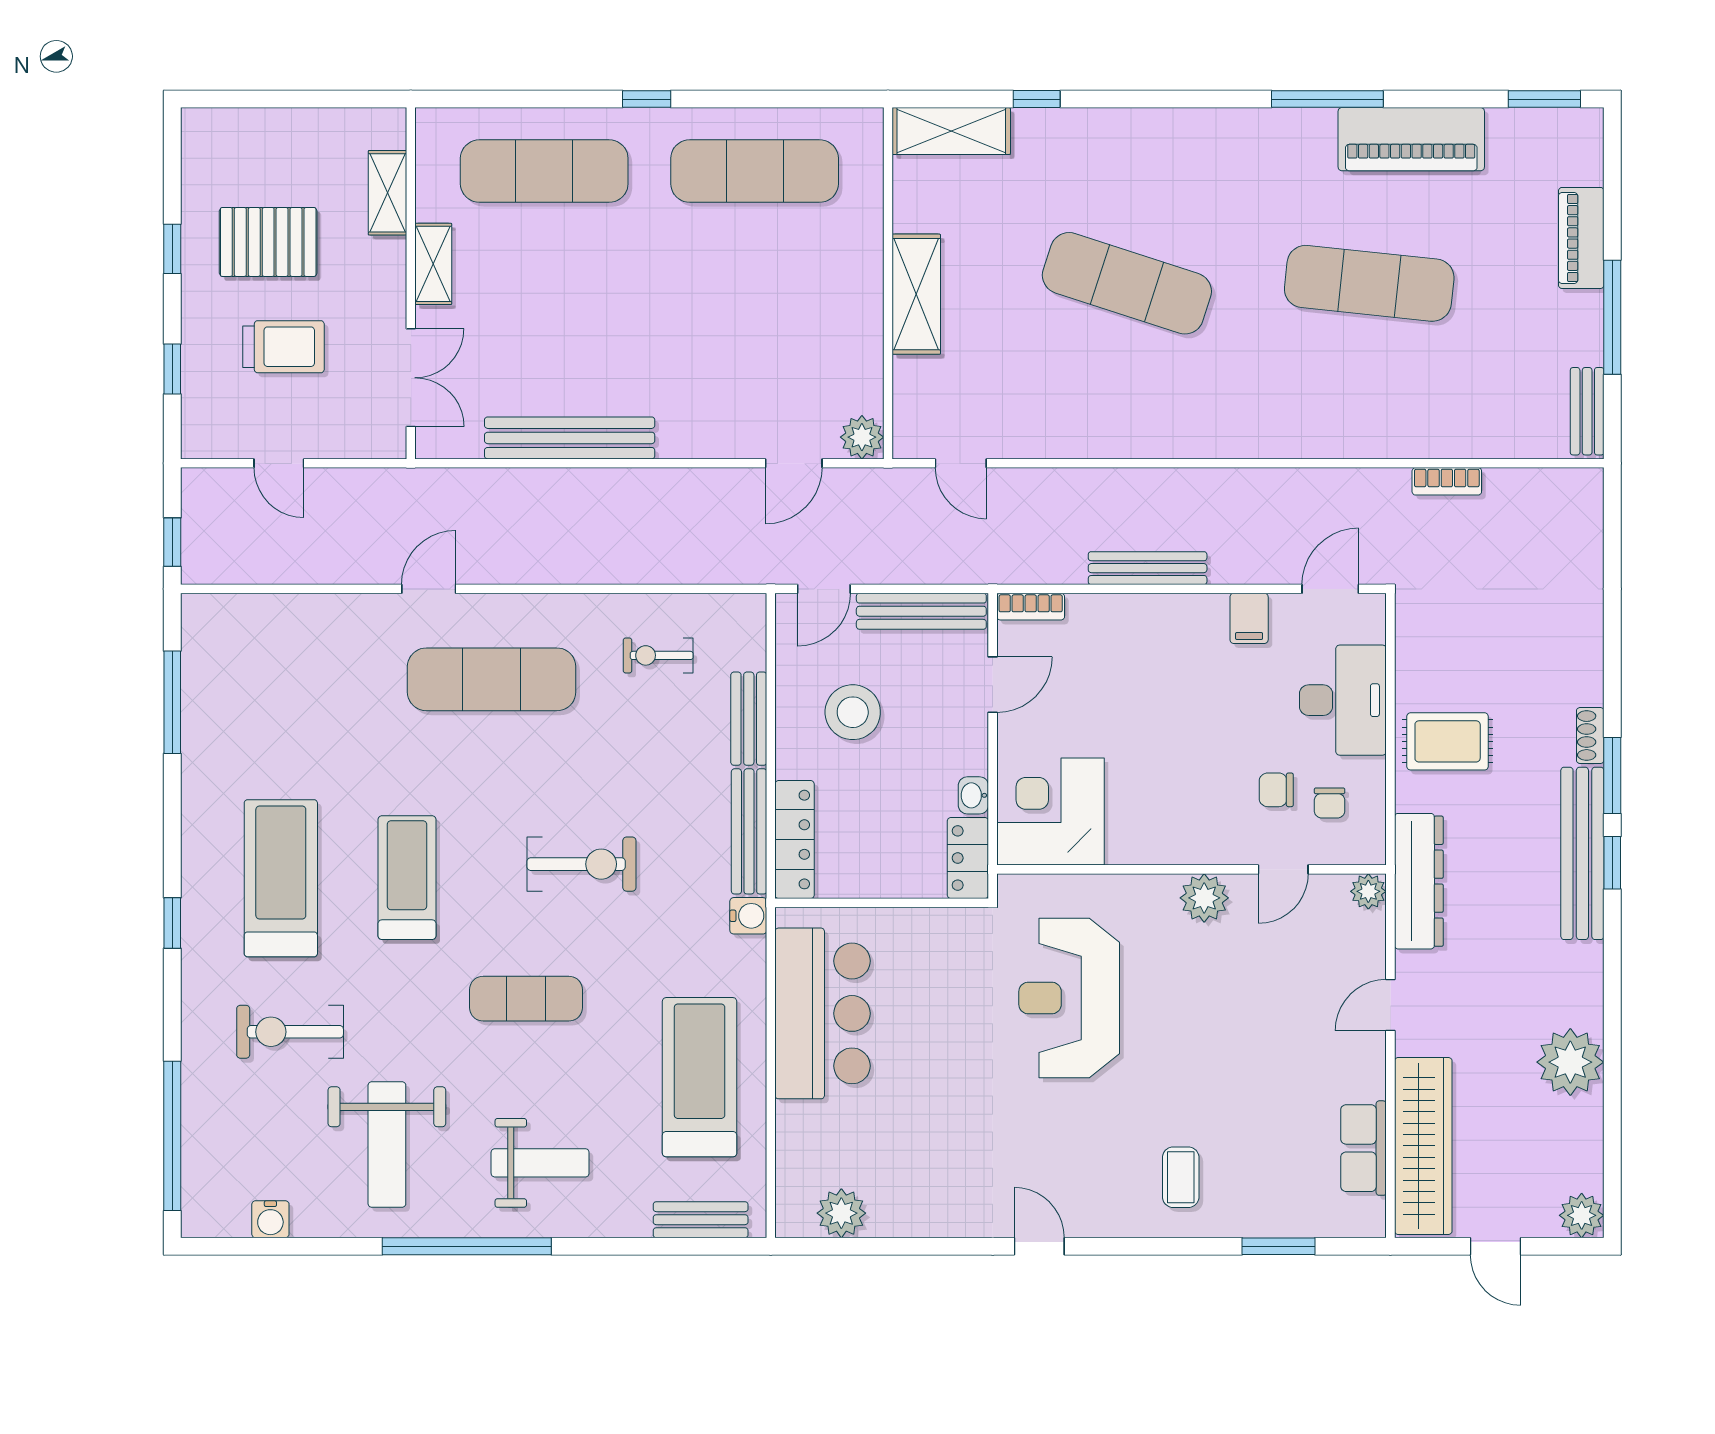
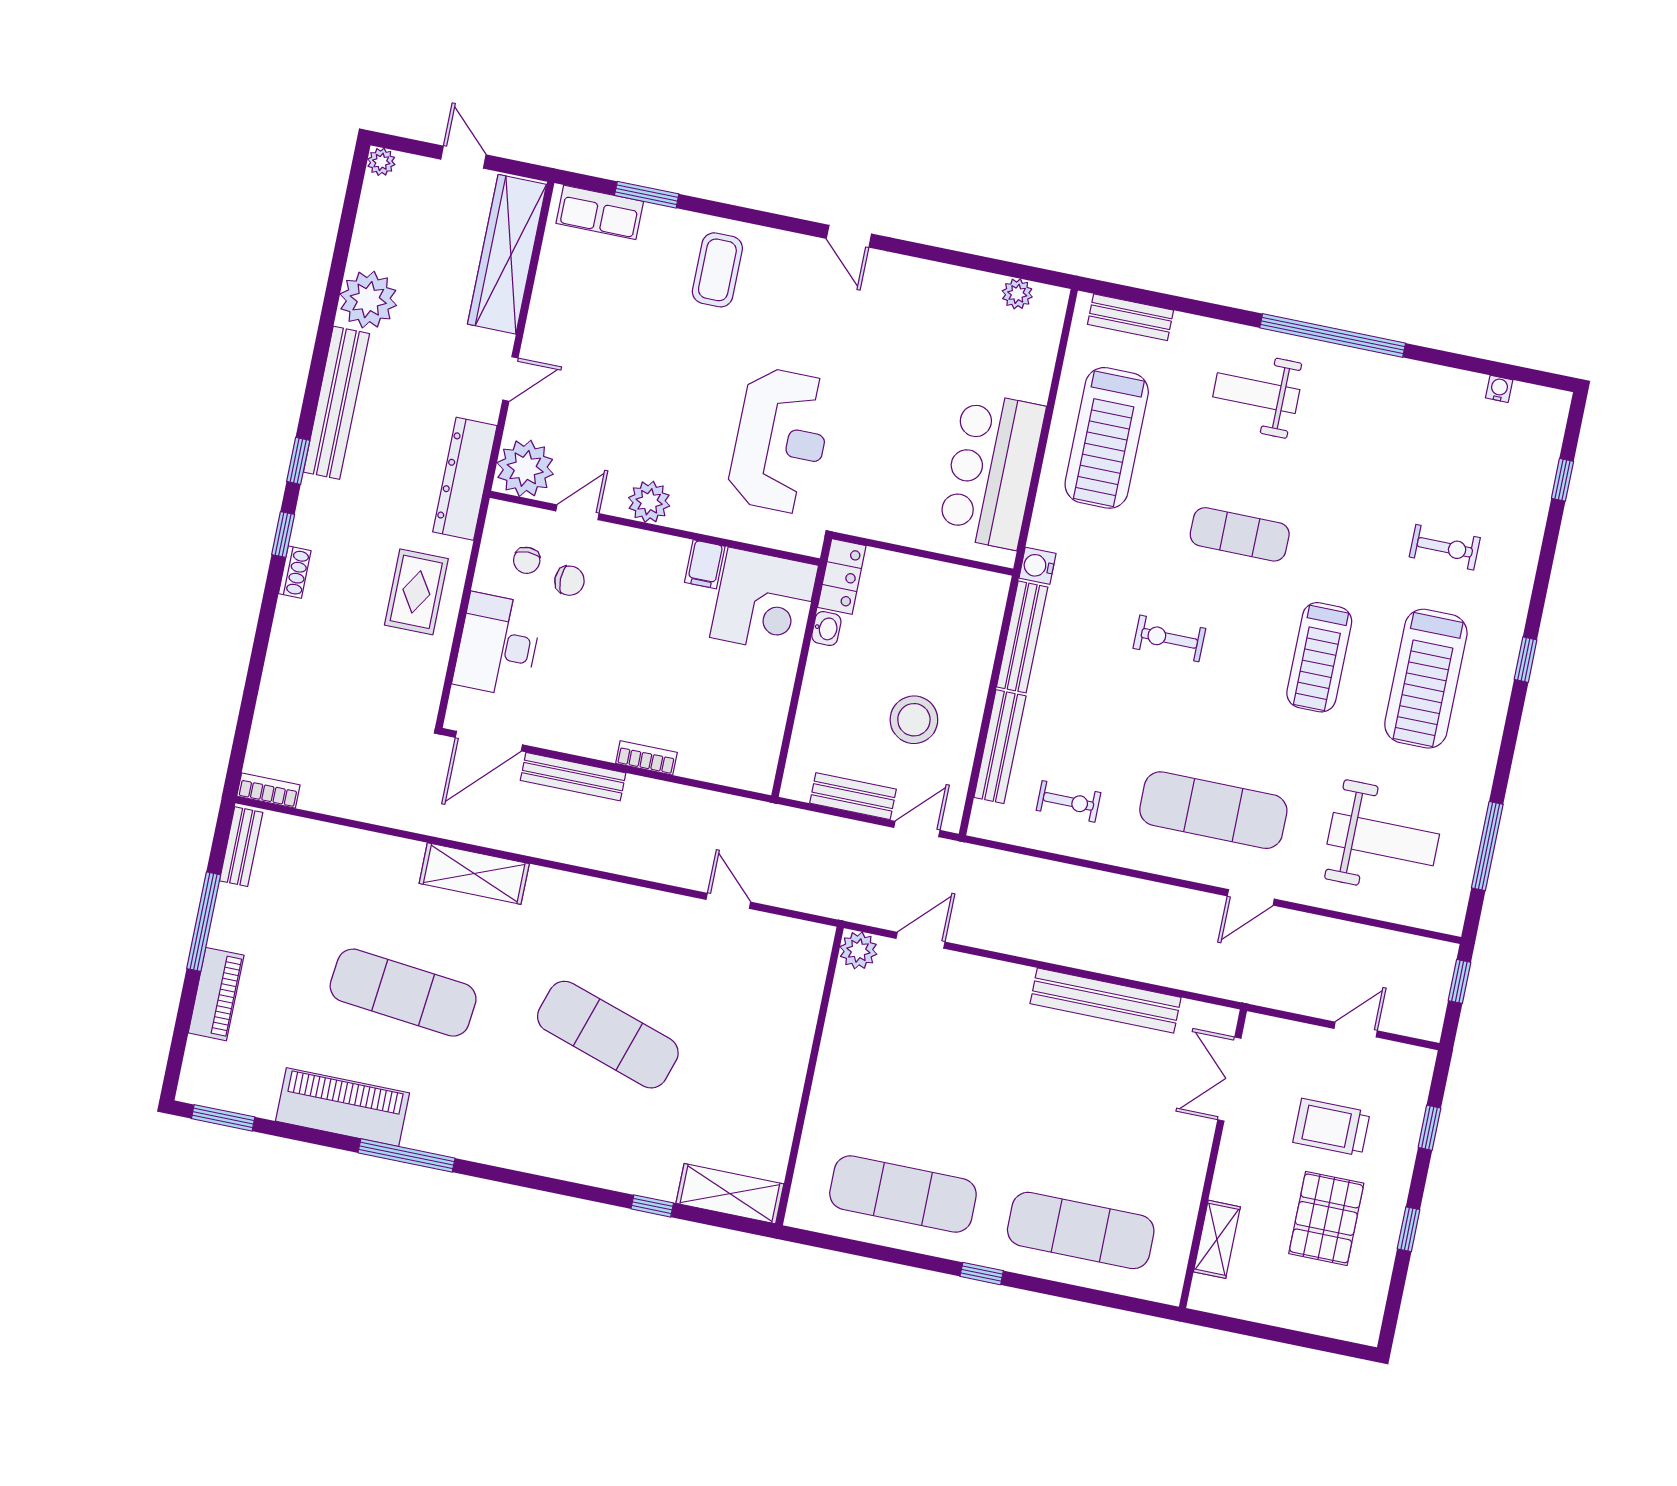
pallet: (268, 242) -> (1326, 1218), turned 90
shelving: (433, 264) -> (1191, 1171), removed
shelving: (916, 294) -> (474, 874), moved, turned 90
door: (279, 463) -> (1356, 1030), hinge flipped
door: (961, 463) -> (728, 901), moved
bookcase: (1447, 481) -> (268, 791), moved
bench: (1148, 568) -> (573, 777), moved
door: (1330, 589) -> (489, 741), width x1.38
bookcase: (1031, 607) -> (646, 758), moved
bench: (921, 611) -> (853, 796), width x0.73
filing cabinet: (1249, 618) -> (705, 564), moved, turned 180
door: (993, 685) -> (791, 719), removed
bench: (749, 719) -> (1000, 747), width x1.36
rug: (1448, 741) -> (416, 592), turned 90
window: (1612, 776) -> (283, 534), width x0.67
chair: (1330, 803) -> (527, 560), turned 180
locker: (795, 840) -> (985, 622), removed
bench: (1582, 853) -> (336, 403), moved
exercise bike: (582, 864) -> (1169, 638), width x0.73, depth x0.72
plant: (1368, 891) -> (525, 468), width x1.88, depth x1.88
exercise bike: (290, 1032) -> (1445, 547), width x0.73, depth x0.72
window: (172, 1136) -> (1562, 480), width x0.32
weight bench: (387, 1145) -> (1383, 839), moved, turned 90
row of seats: (1364, 1148) -> (600, 212), moved, turned 90
coffee table: (1181, 1177) -> (717, 270), width x1.36, depth x1.30
plant: (841, 1213) -> (1017, 294), width x0.73, depth x0.73
plant: (1582, 1215) -> (381, 162), width x0.73, depth x0.73
water cooler: (270, 1219) -> (1499, 389), width x0.72, depth x0.72

